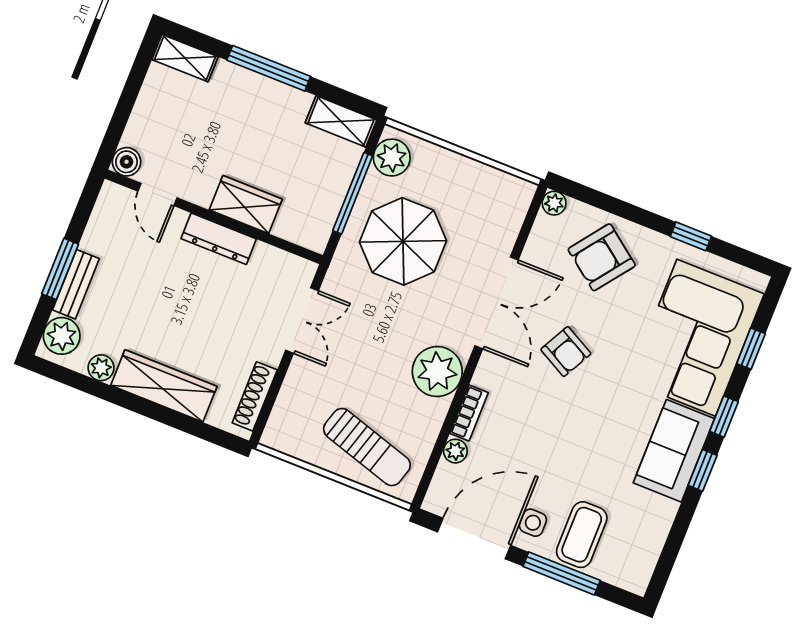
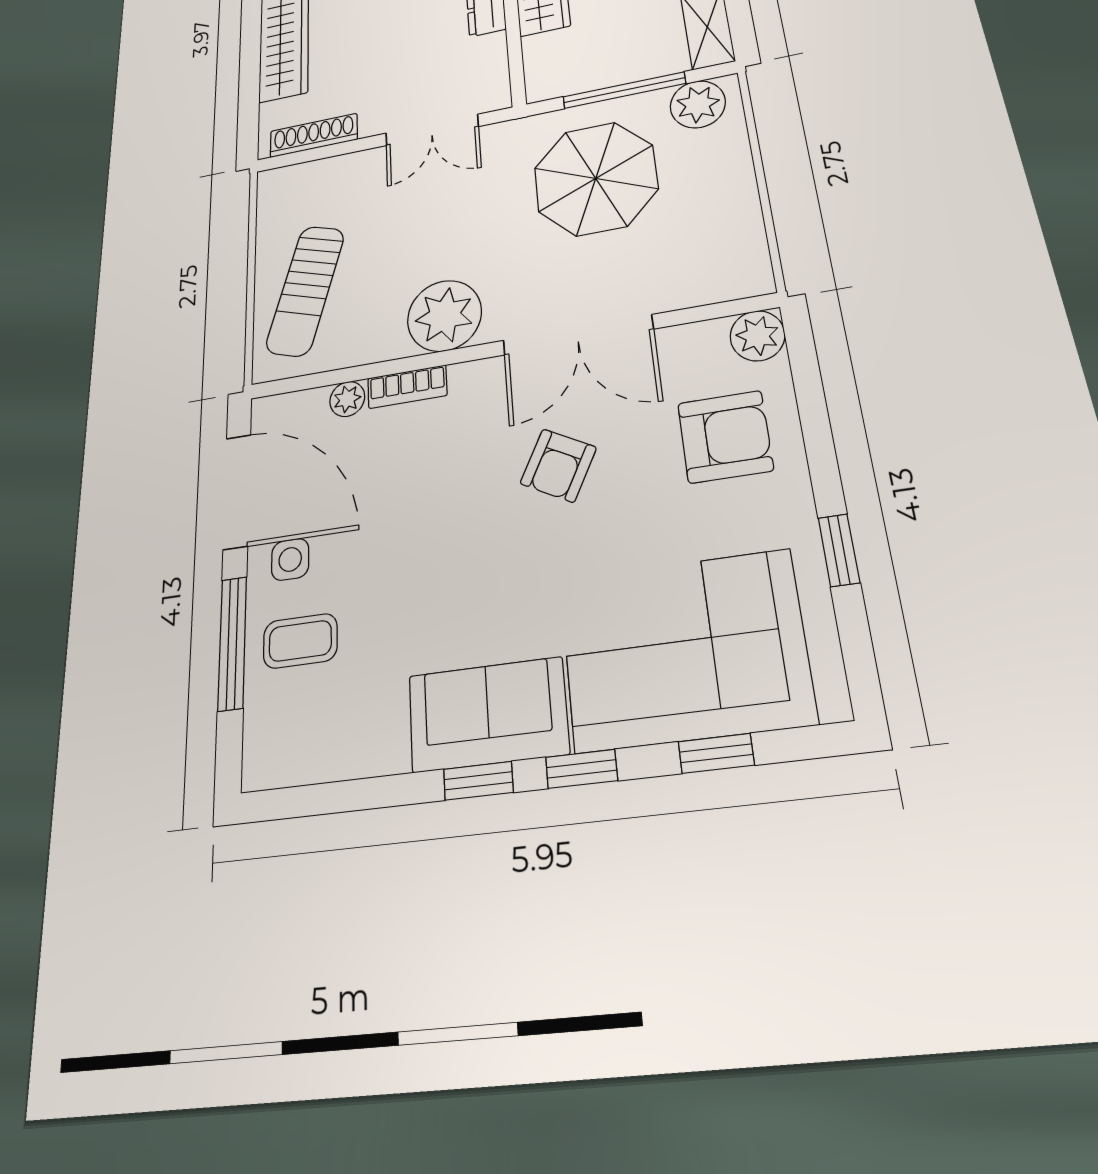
plant: (554, 203) -> (757, 336), width x1.38, depth x1.38
armchair: (602, 257) -> (725, 437), turned 143
coffee table: (582, 535) -> (300, 641), width x0.73, depth x0.77

